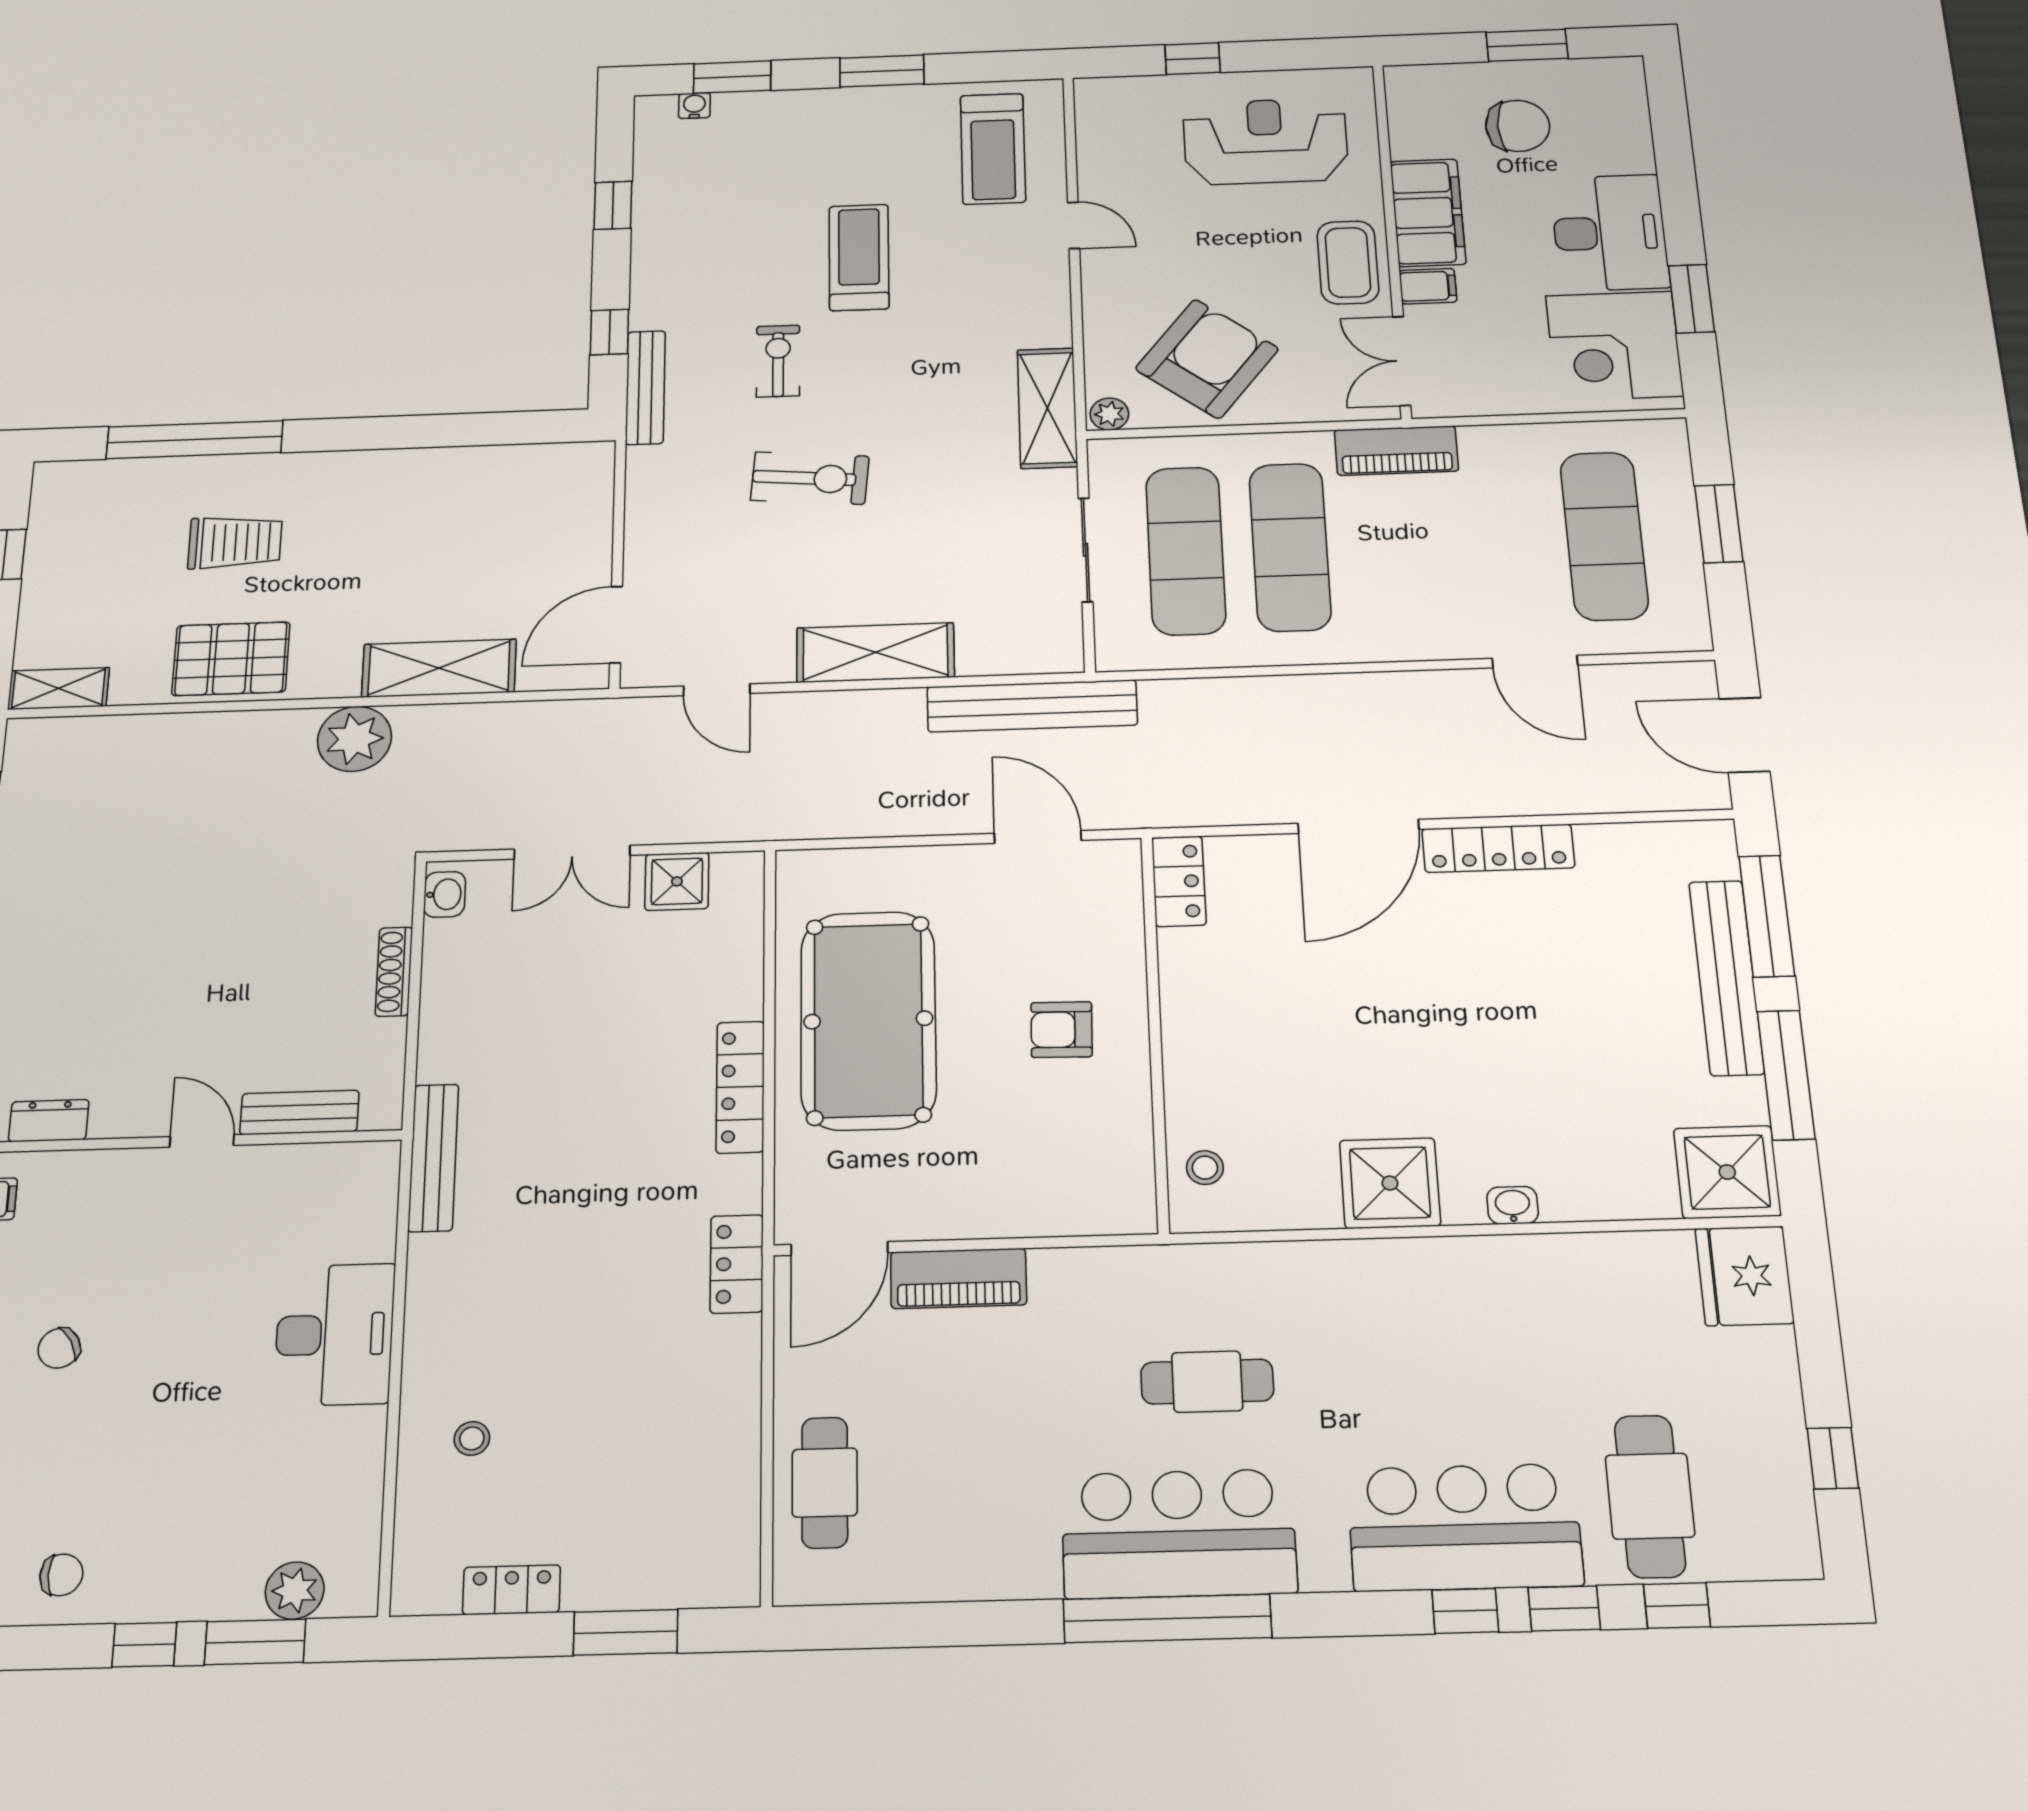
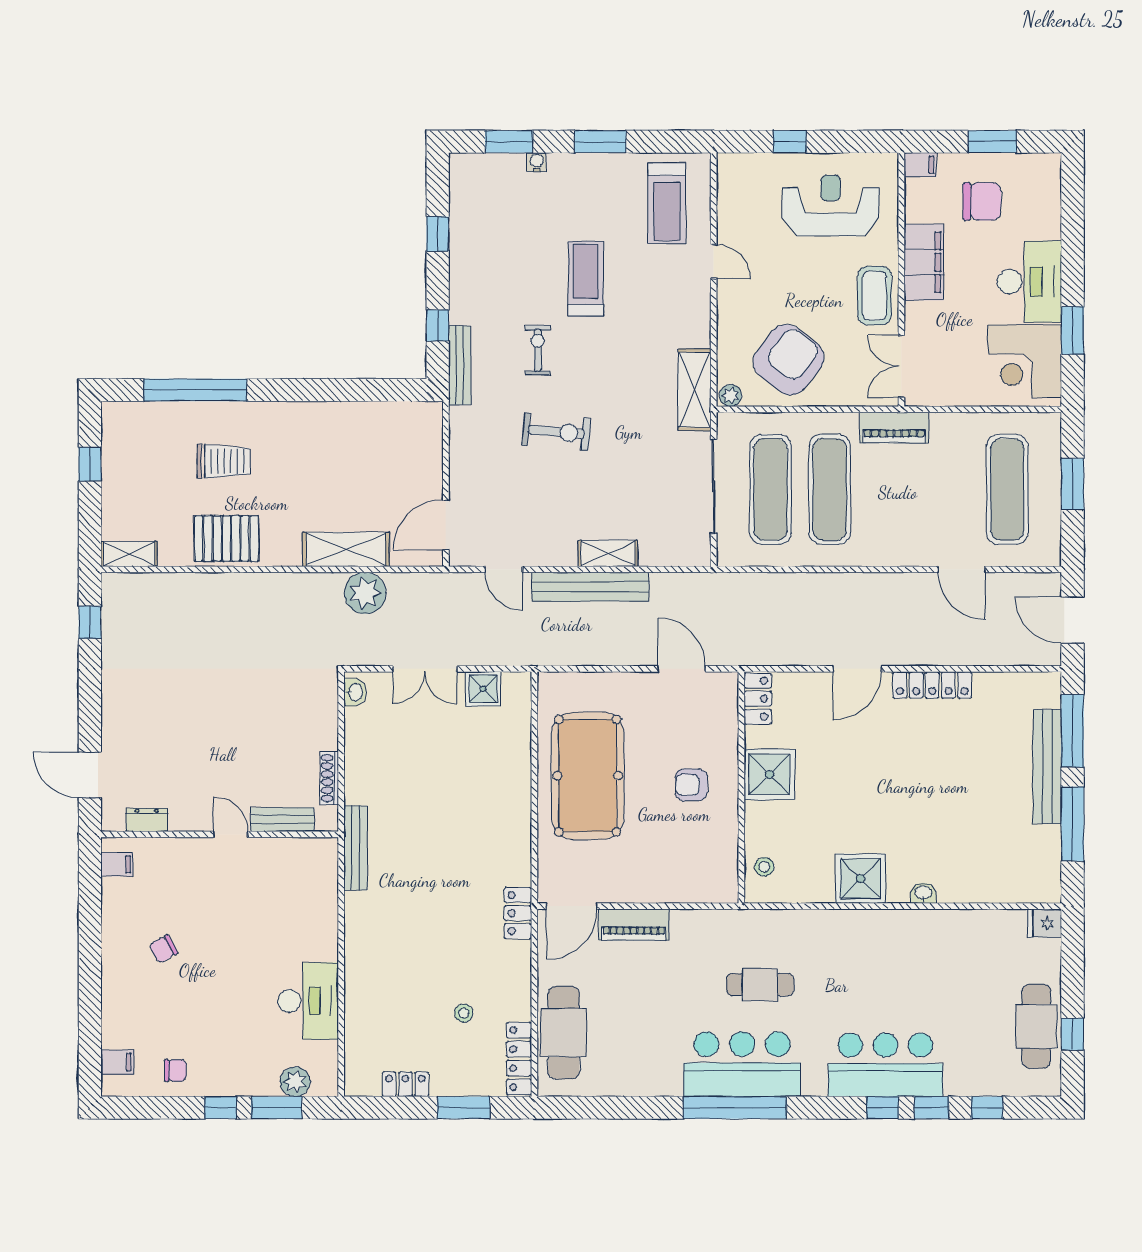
water cooler: (694, 106) -> (537, 162), moved
filing cabinet: (1428, 286) -> (920, 165), moved
sliding door: (1086, 550) -> (714, 486), width x1.37
shelving: (875, 652) -> (608, 553), width x0.67, depth x0.75
bench: (1032, 706) -> (590, 587), moved
plant: (354, 739) -> (365, 593), moved
door: (1358, 826) -> (857, 669), width x0.73
shoe rack: (394, 972) -> (329, 778), moved
locker: (740, 1087) -> (519, 1059), moved
shower: (1727, 1172) -> (769, 774), moved
fridge: (1744, 1276) -> (1045, 923), width x0.53, depth x0.75
desk: (335, 1335) -> (308, 1001), moved
stool: (472, 1438) -> (464, 1013), moved
cafe table: (825, 1482) -> (564, 1033), width x1.37, depth x1.35
cafe table: (1650, 1496) -> (1036, 1026), moved

